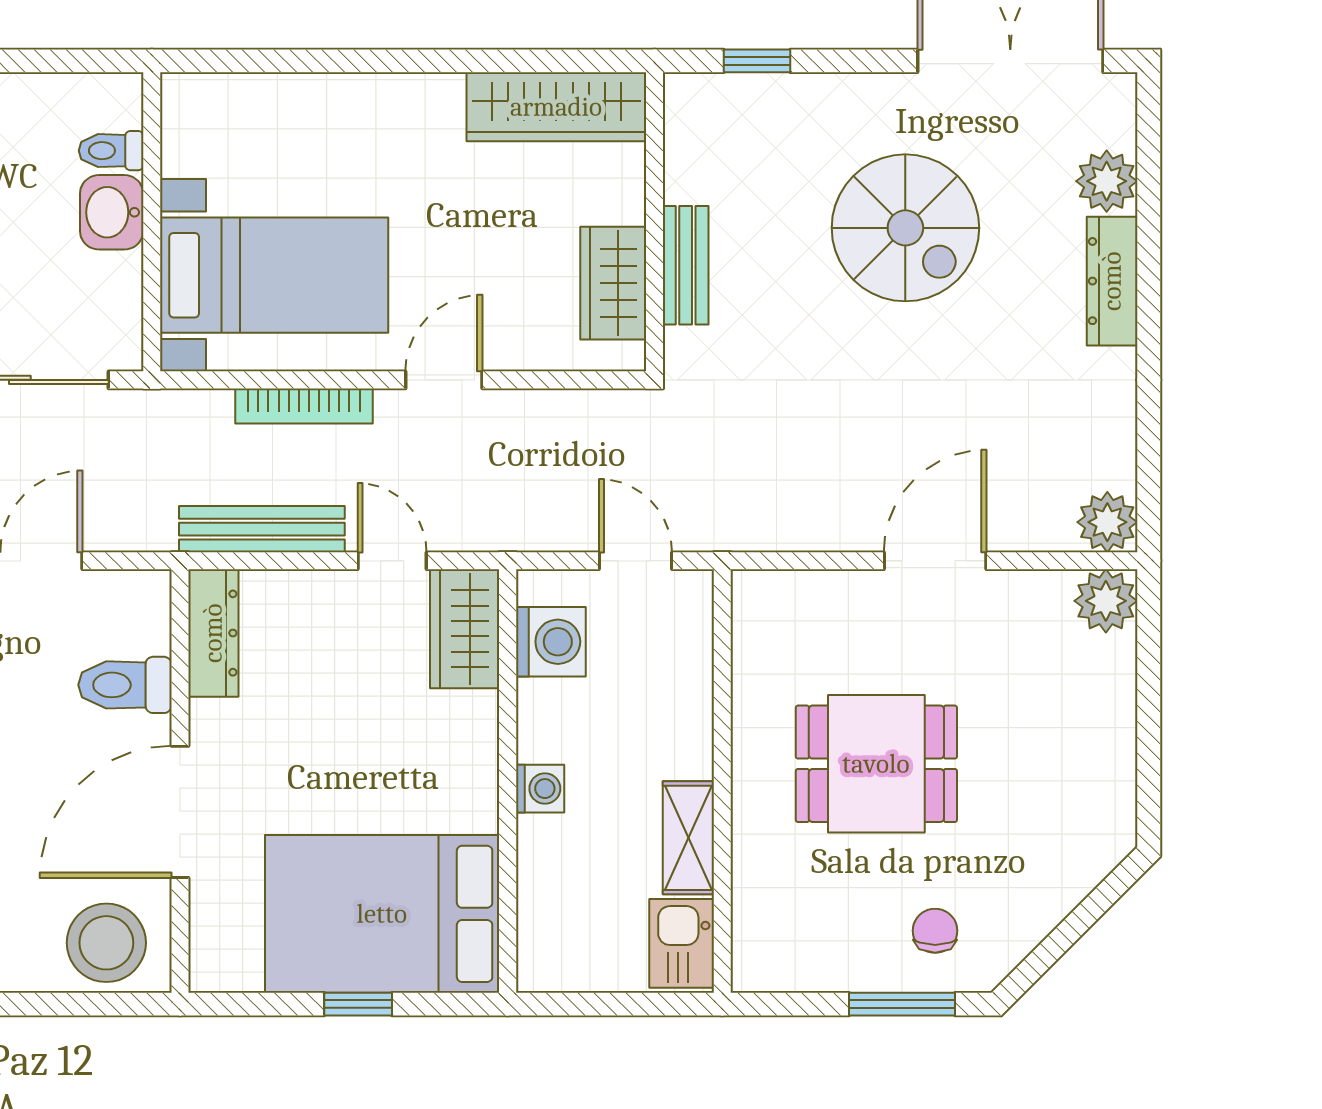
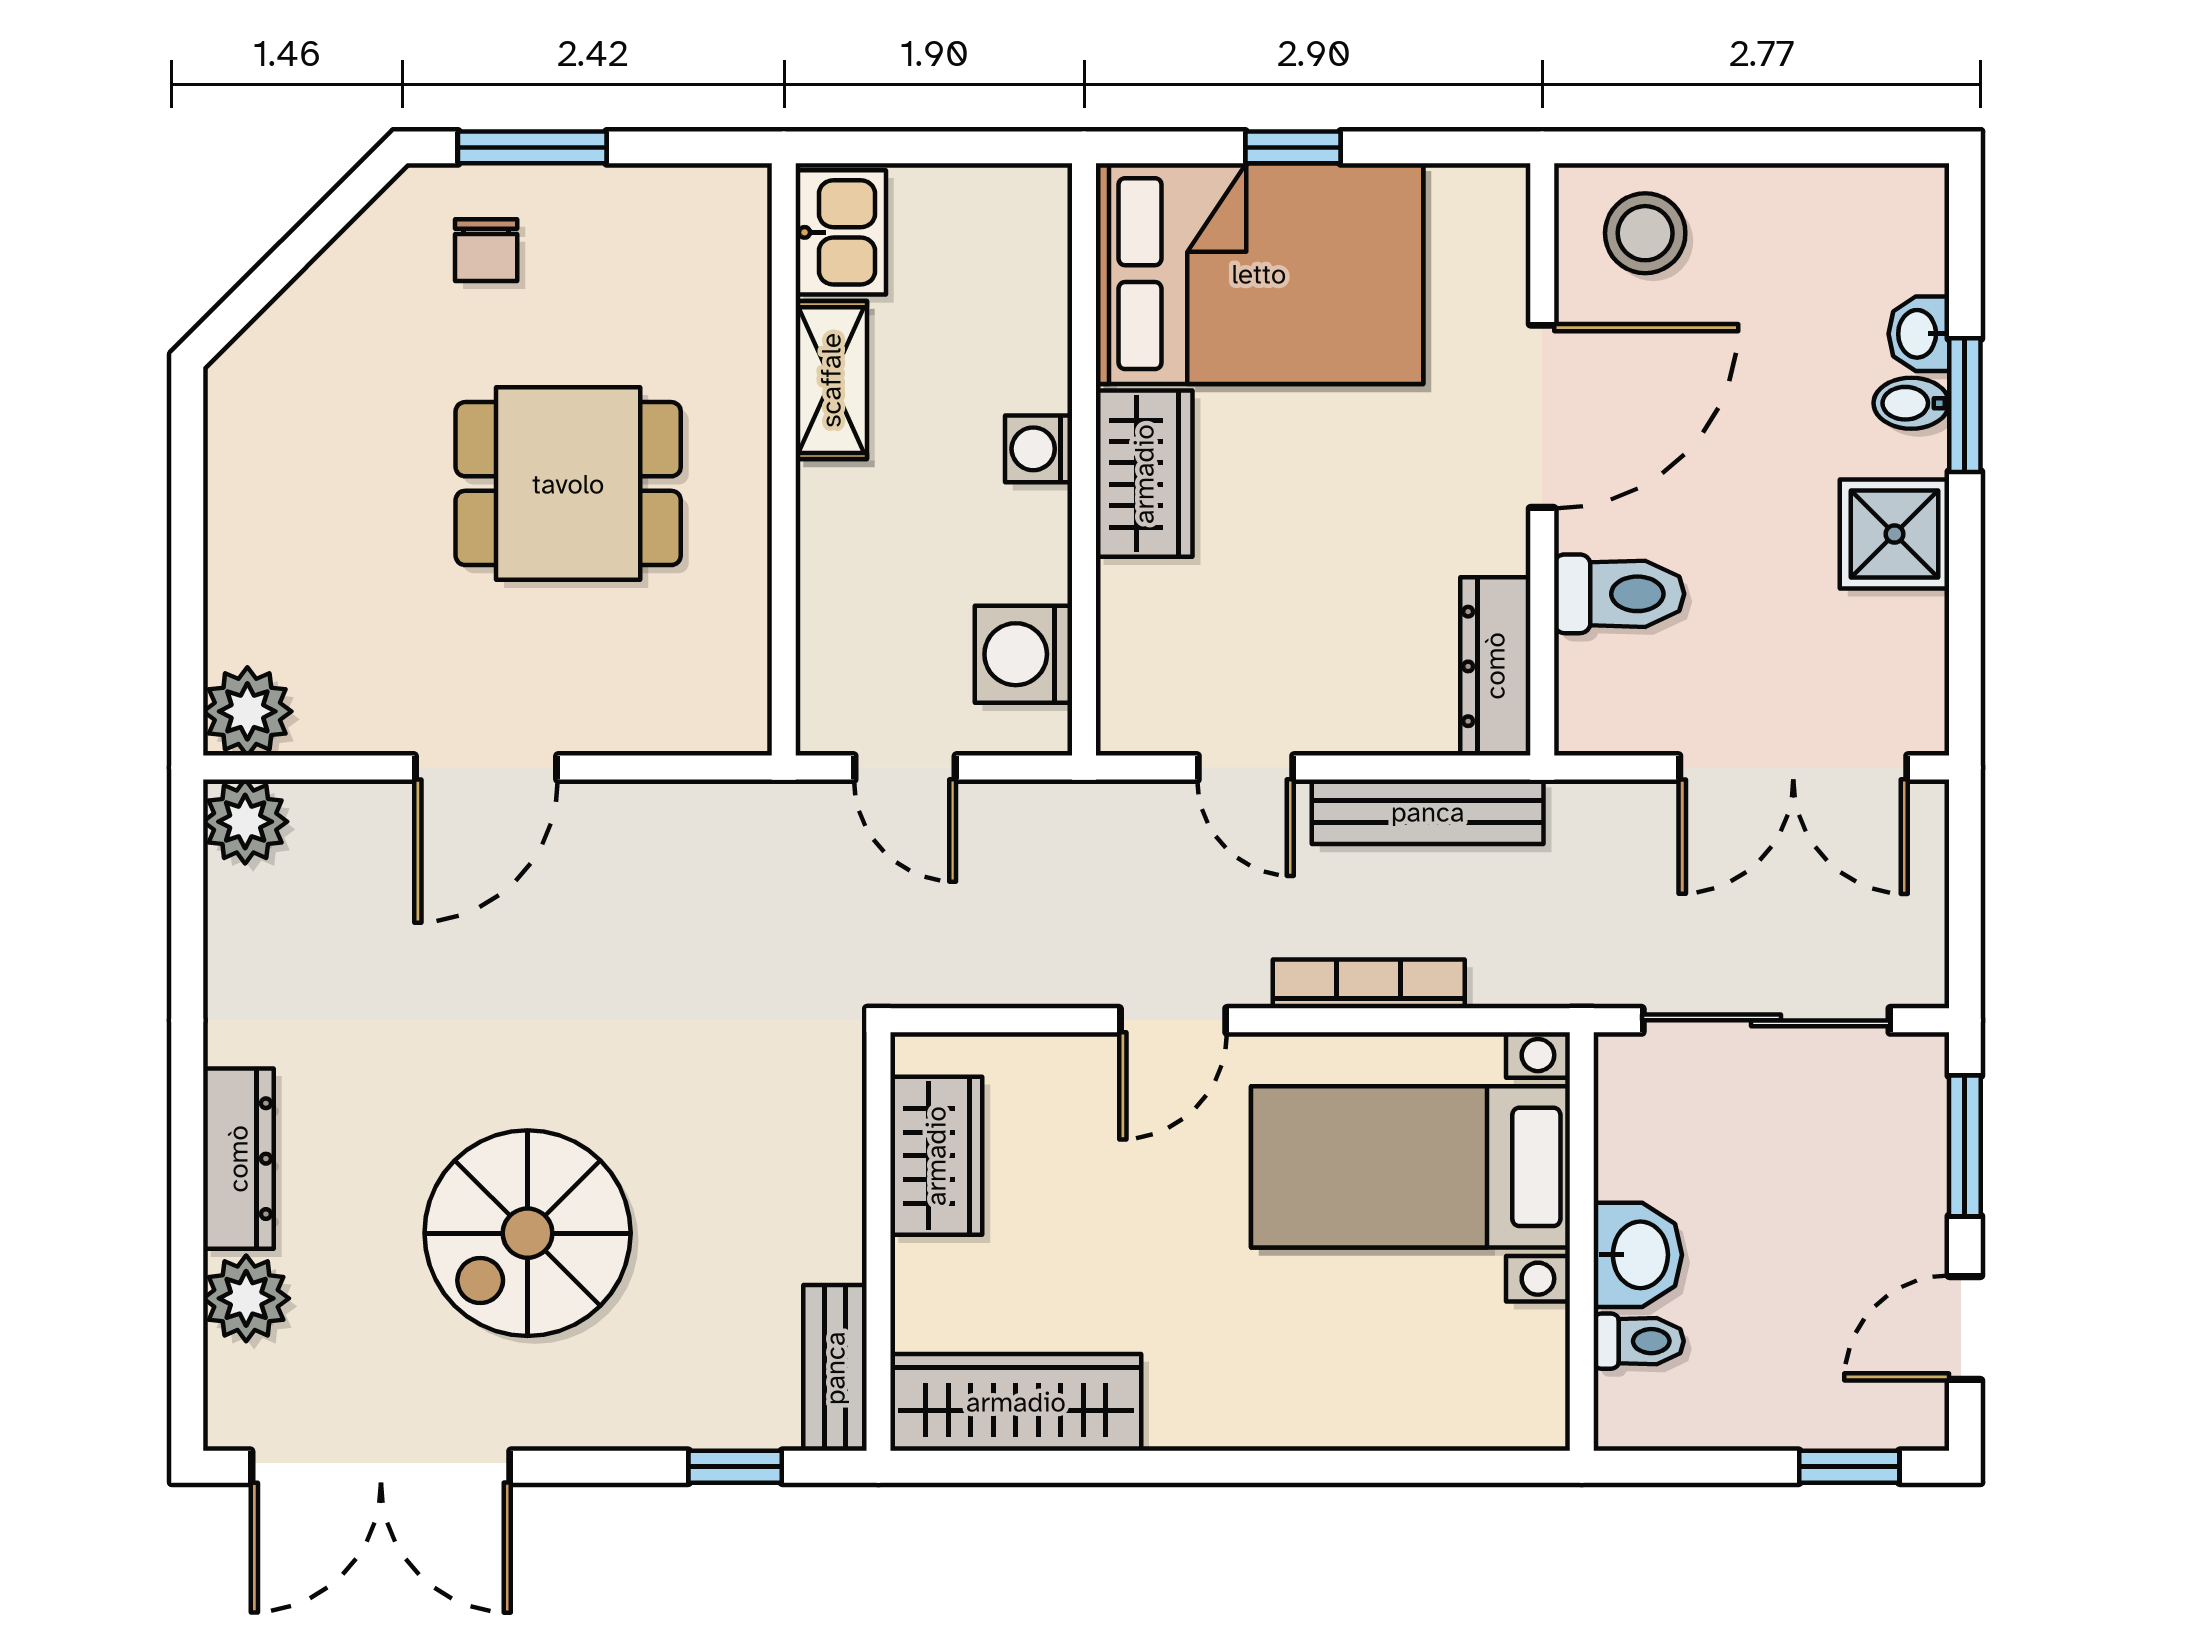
spiral stairs: (905, 228) -> (528, 1233), turned -90
bench: (686, 265) -> (835, 1368), moved
wardrobe: (465, 629) -> (1144, 474), moved
stool: (106, 943) -> (1645, 233), width x0.73, depth x0.73

